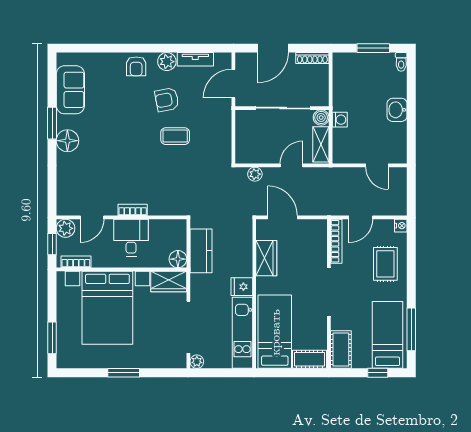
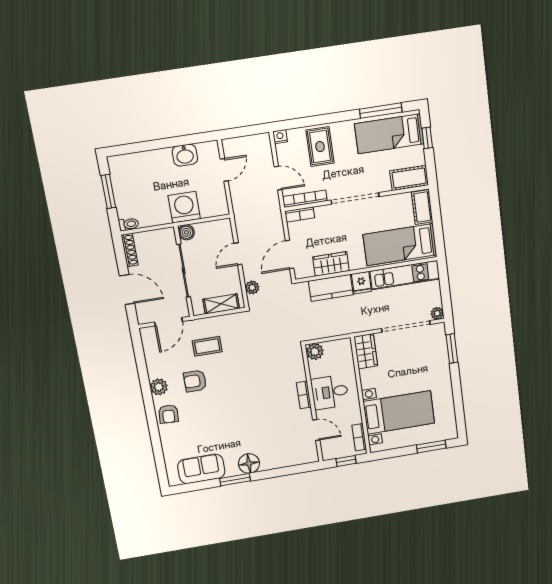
tv unit: (195, 59) -> (152, 361), removed
toilet: (401, 62) -> (129, 224), moved
armchair: (136, 66) -> (168, 414), turned 94
door: (233, 84) -> (168, 322), hinge flipped
armchair: (167, 100) -> (195, 381), turned 101
washbasin: (397, 110) -> (185, 155), moved
washing machine: (340, 120) -> (184, 207), width x1.89, depth x1.89
coffee table: (175, 136) -> (207, 346), moved, turned 90
shelving: (321, 144) -> (221, 304), moved
door: (291, 165) -> (238, 254), hinge flipped
plant: (66, 228) -> (315, 352), moved
bookcase: (321, 234) -> (300, 214), added
kitchen counter: (201, 251) -> (331, 288), moved, turned 180
floor lamp: (178, 259) -> (344, 346), removed
rug: (385, 264) -> (320, 147), turned 90
bed with nightstands: (107, 308) -> (399, 412), width x0.73
window: (124, 373) -> (452, 349), moved

